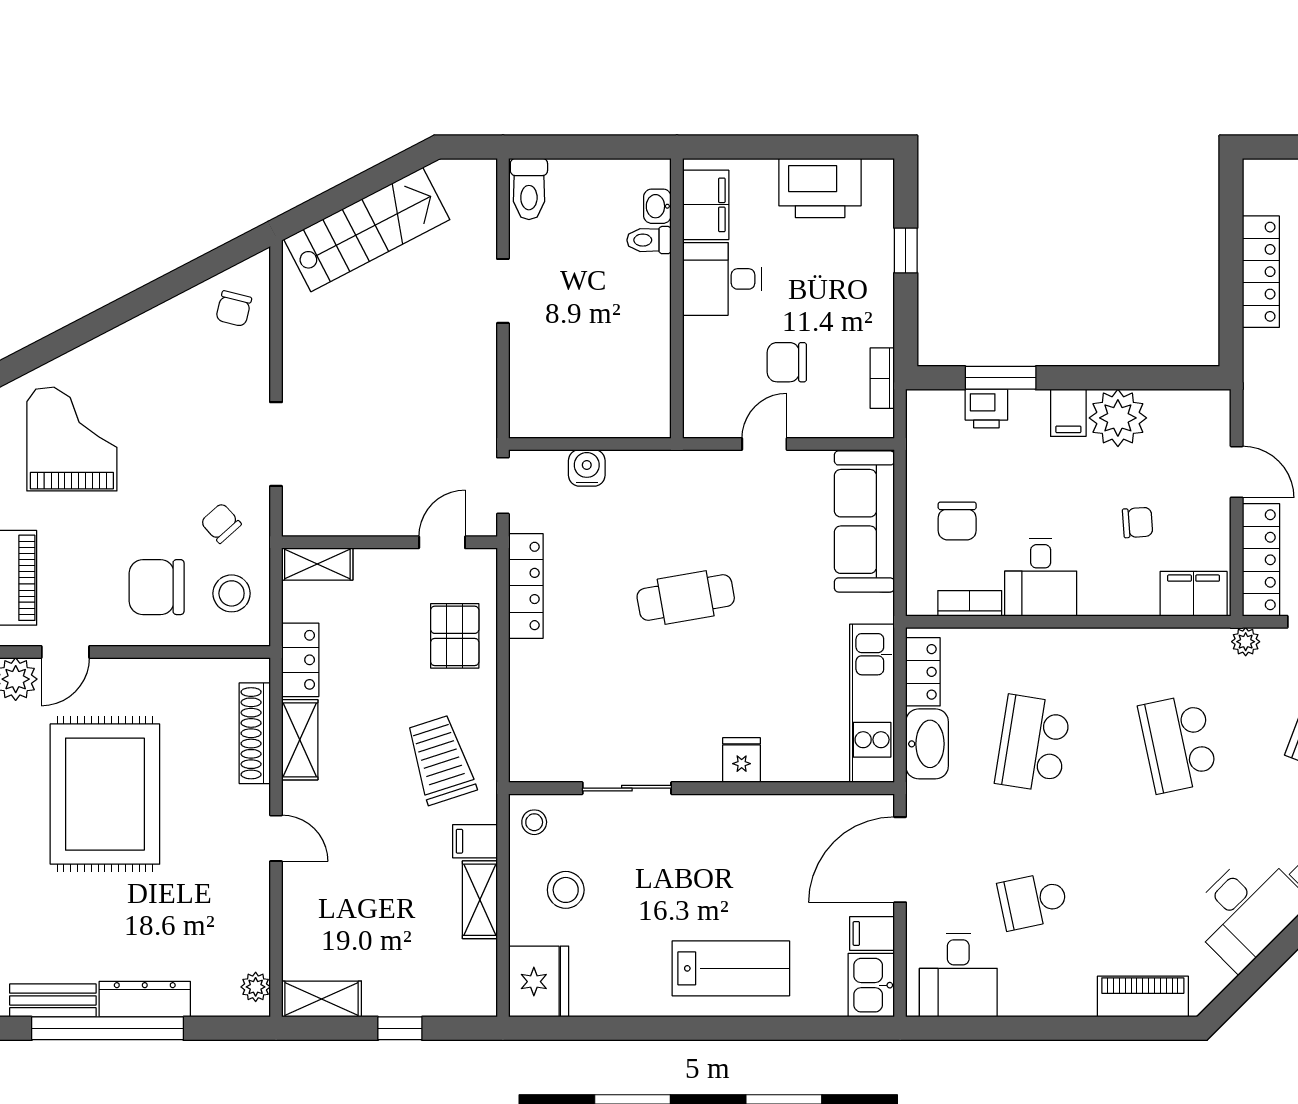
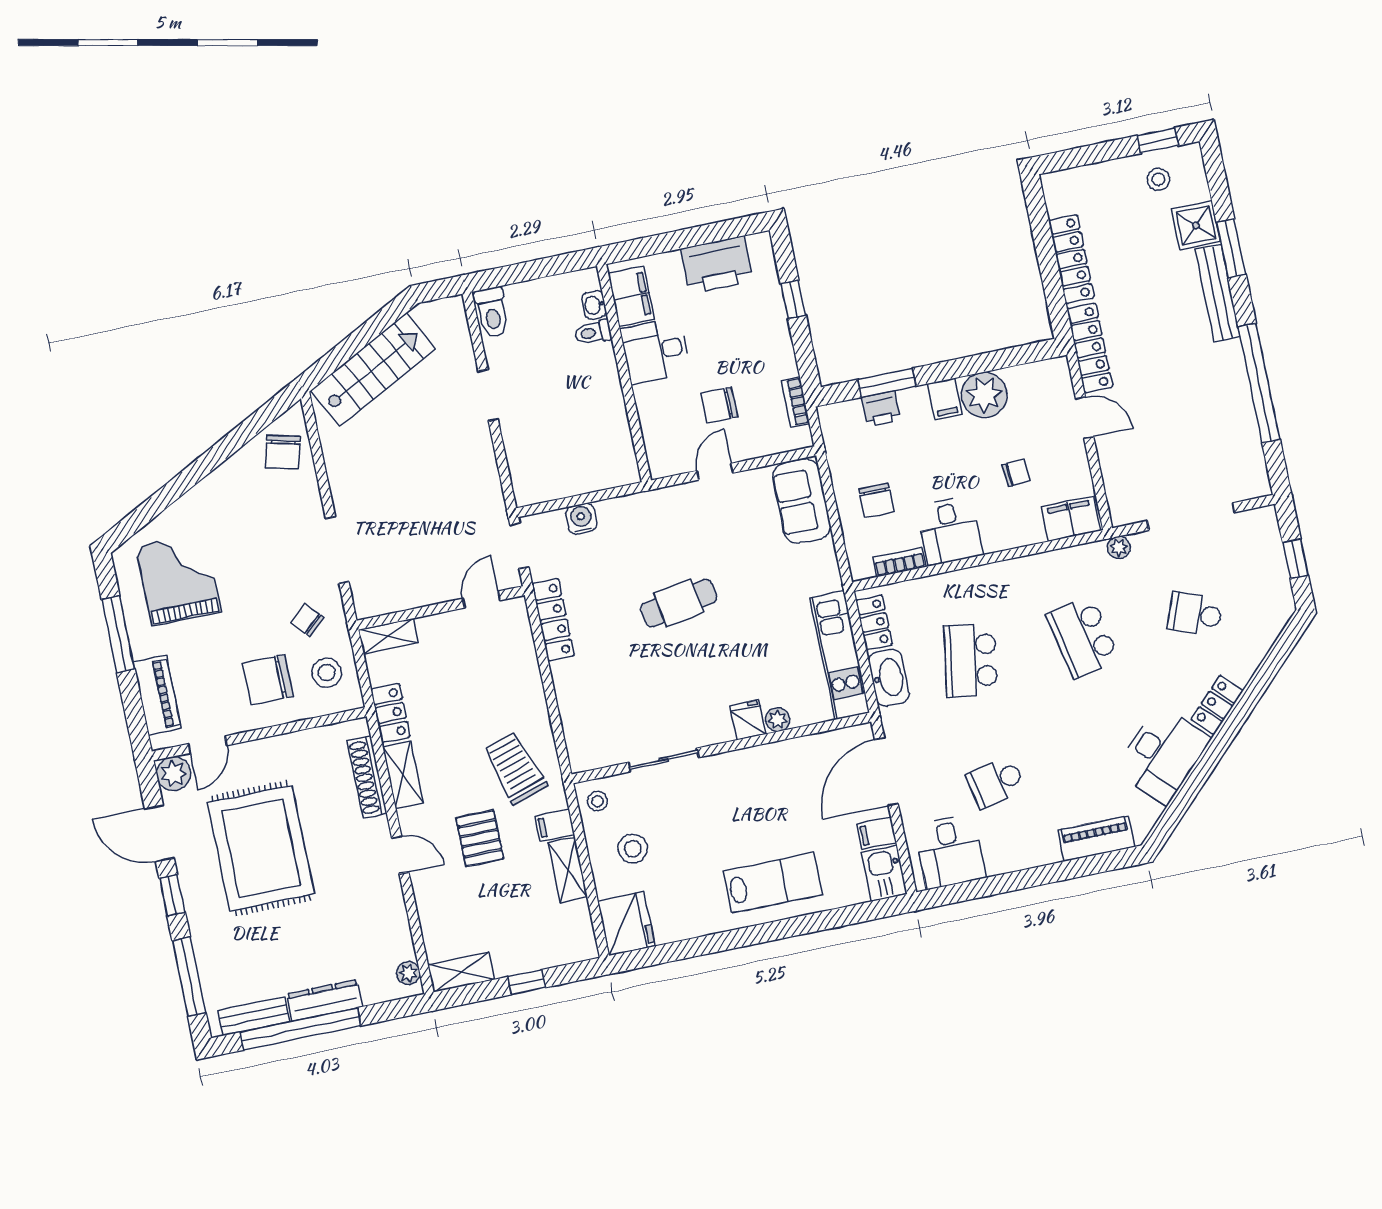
chair: (234, 309) -> (283, 452), width x1.37, depth x1.37
sofa: (864, 521) -> (802, 501), width x0.73
locker: (1261, 560) -> (1090, 348), moved
pallet: (455, 636) -> (480, 838), moved
plant: (779, 767) -> (778, 720), added

